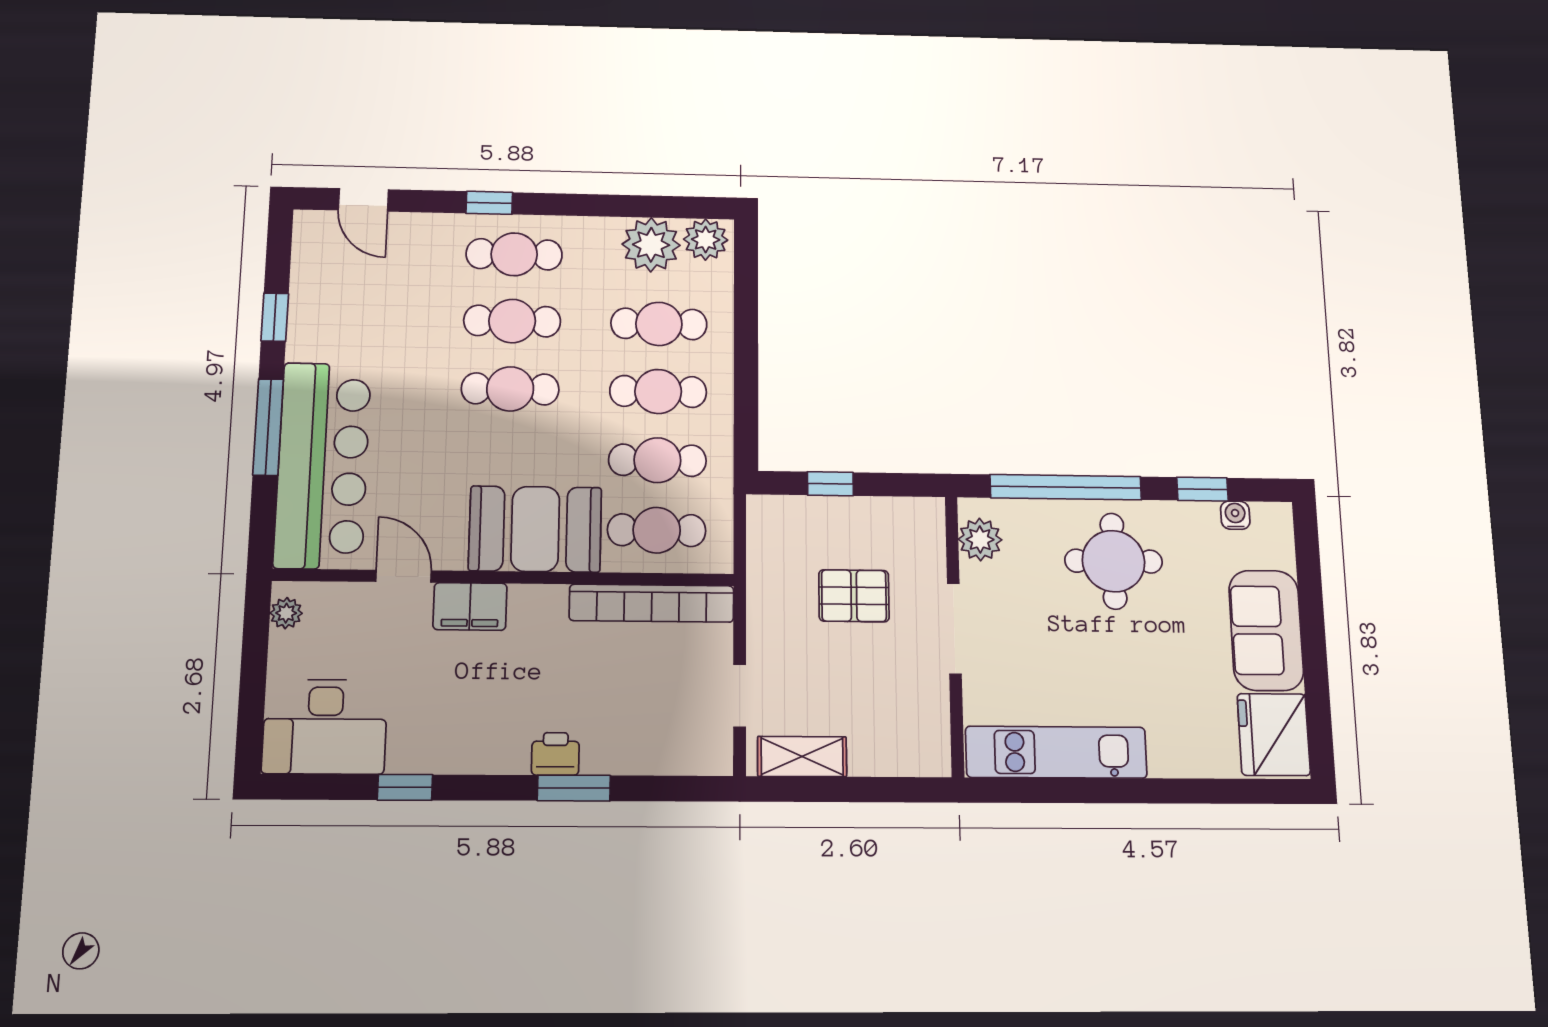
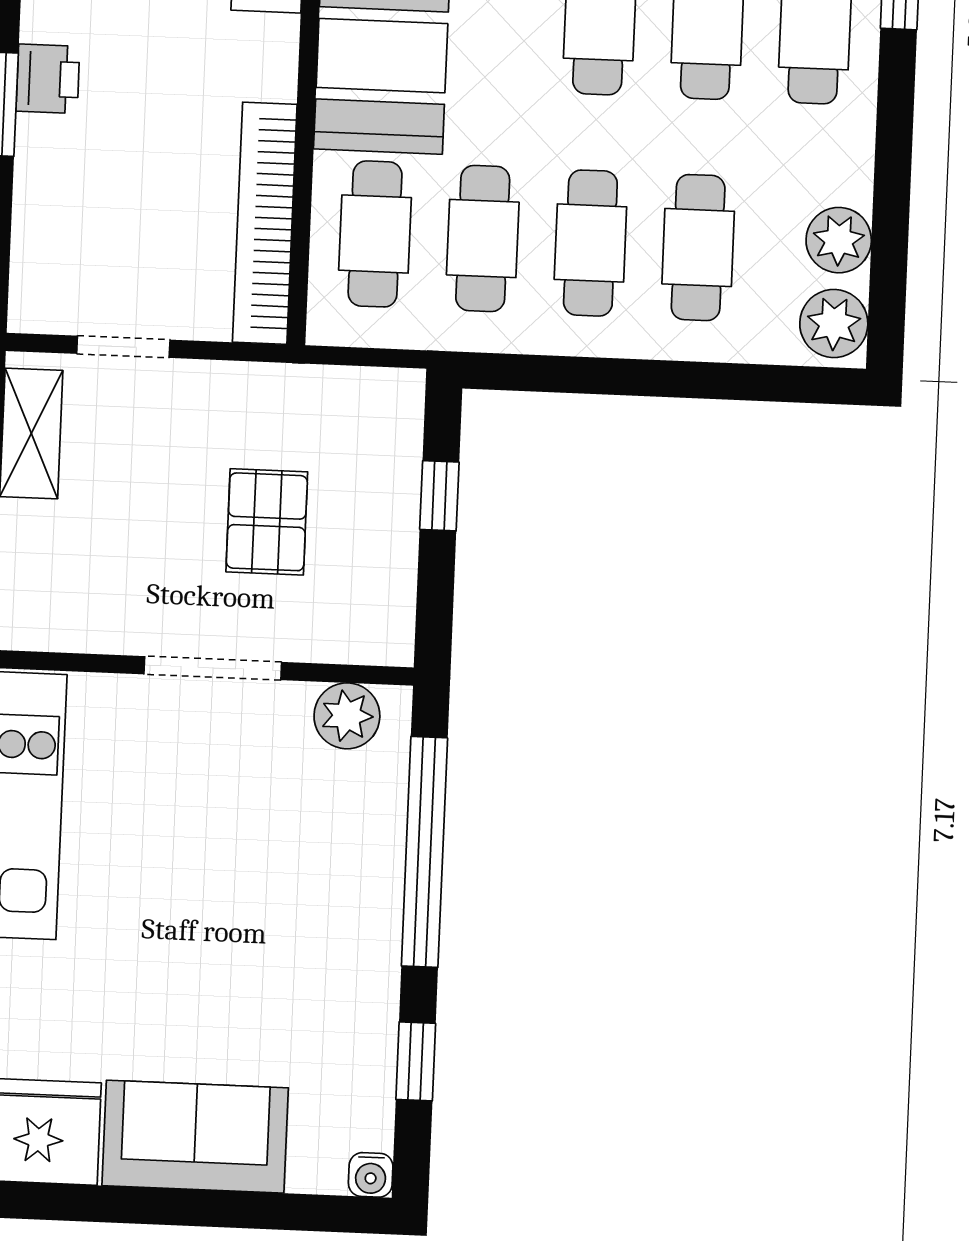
plant: (651, 245) -> (839, 240), width x0.73, depth x0.73
water cooler: (1235, 515) -> (371, 1175), moved, turned 90
round table: (1114, 561) -> (308, 915), removed

